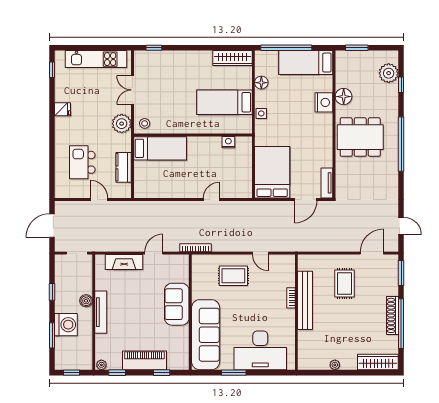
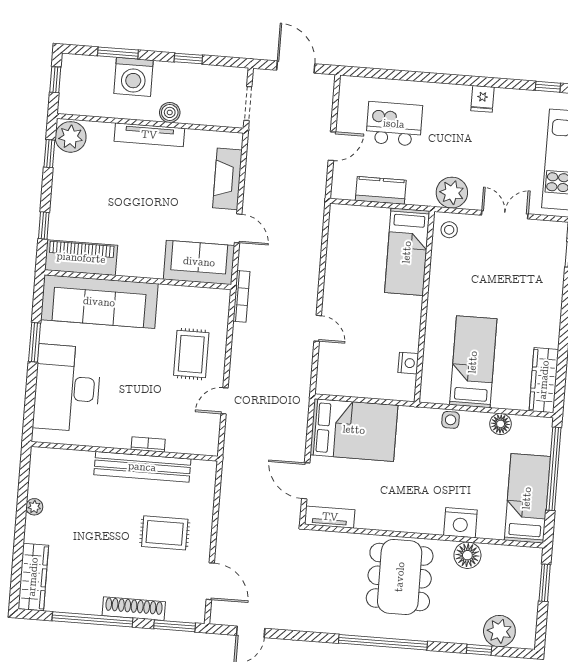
sofa: (177, 304) -> (199, 262), moved
shoe rack: (392, 315) -> (134, 609), moved
piano: (144, 360) -> (81, 258), moved, turned -90
plant: (101, 365) -> (71, 137), width x1.87, depth x1.87

